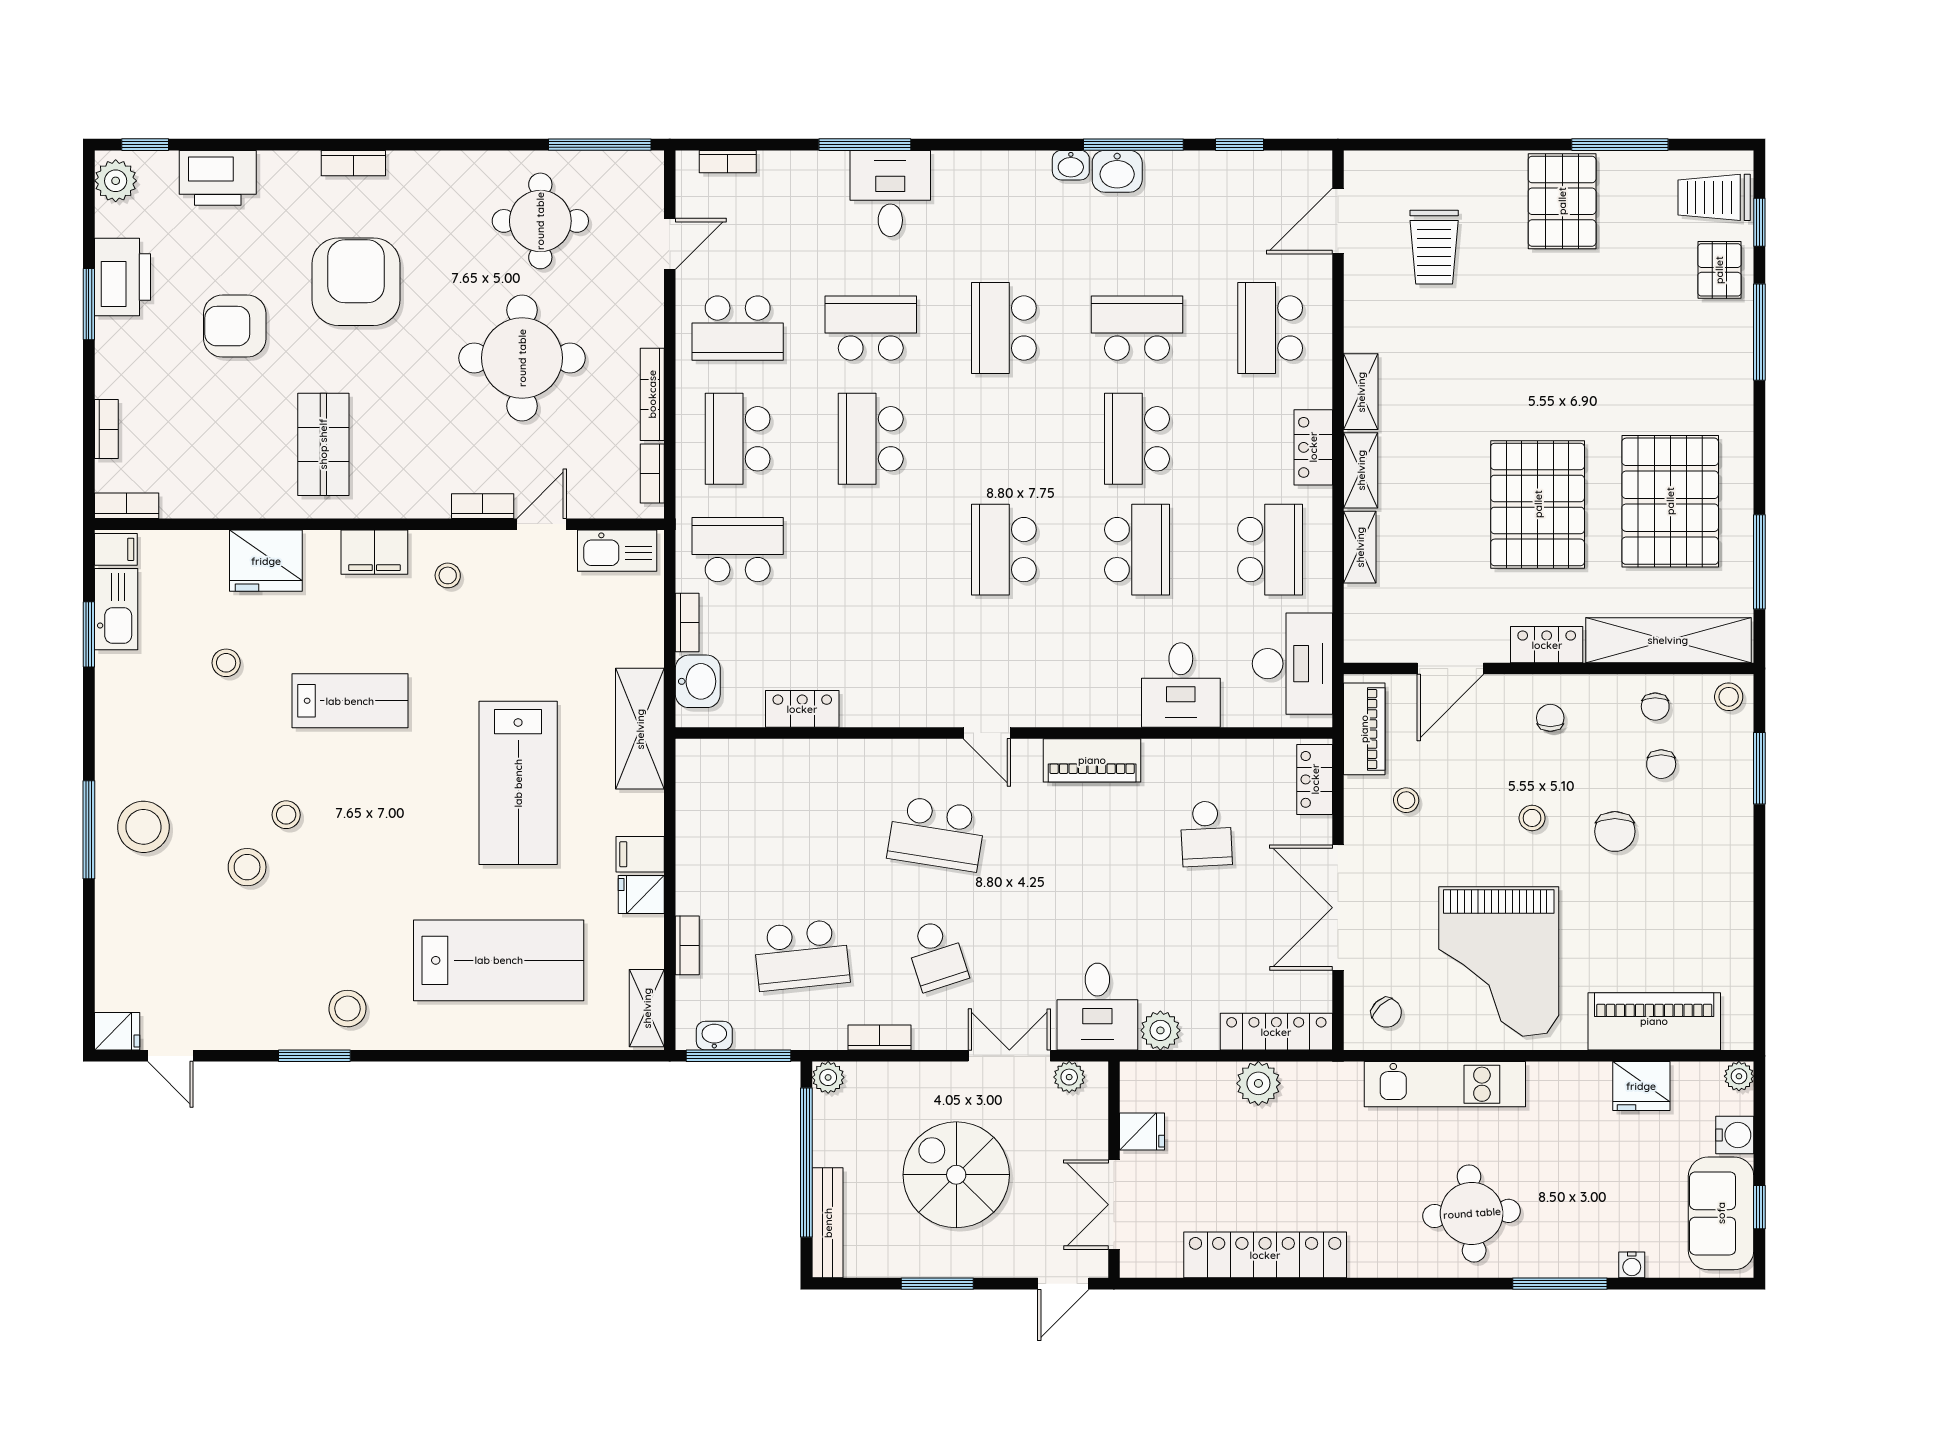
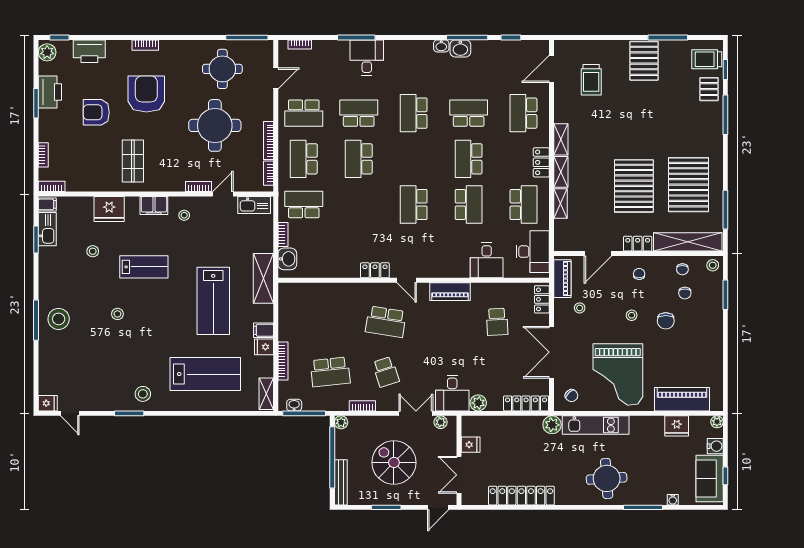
locker: (802, 709) -> (375, 270), moved
stool: (247, 867) -> (101, 336), removed
bookcase: (687, 945) -> (283, 361), width x1.56
plant: (1258, 1083) -> (552, 425), moved

